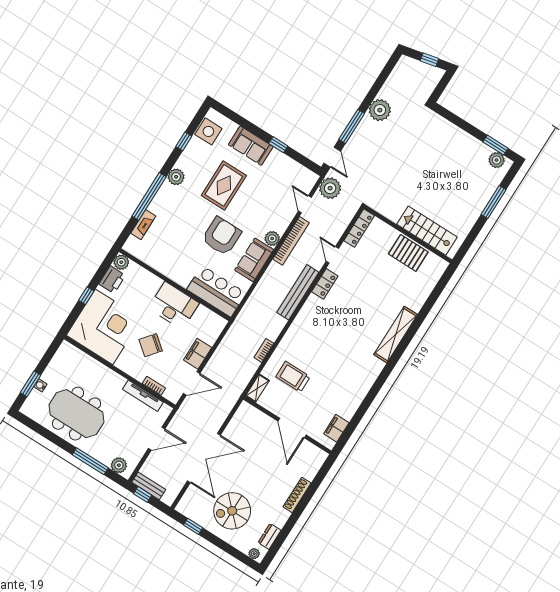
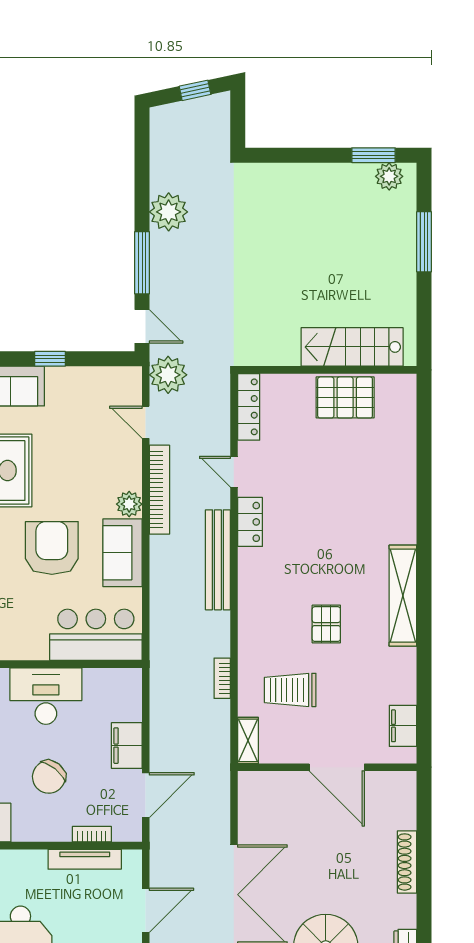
shelving: (396, 335) -> (403, 596), moved
pallet: (330, 356) -> (326, 624), added

